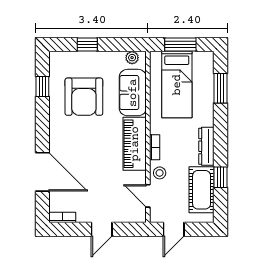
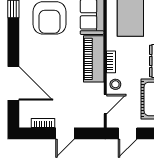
door: (148, 196) -> (105, 104), swing flipped
bookcase: (62, 217) -> (43, 123), moved

